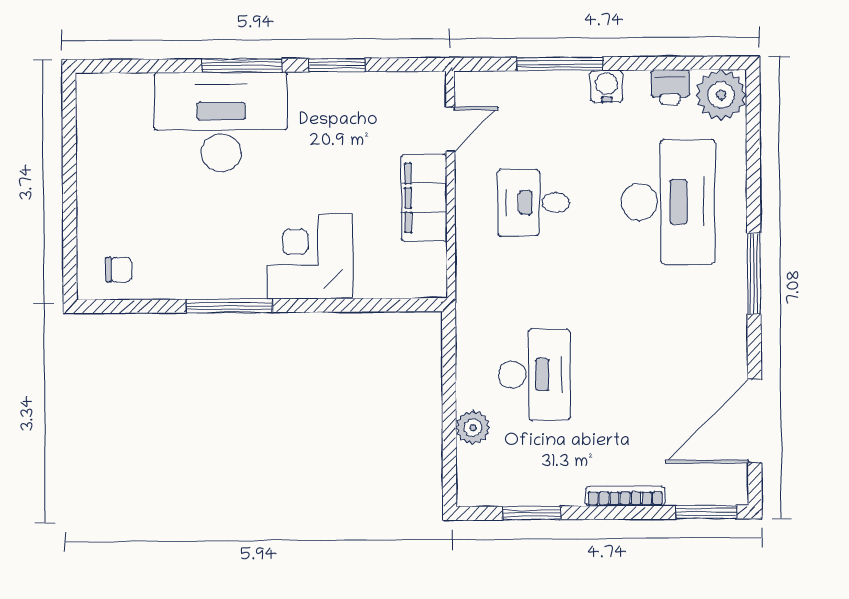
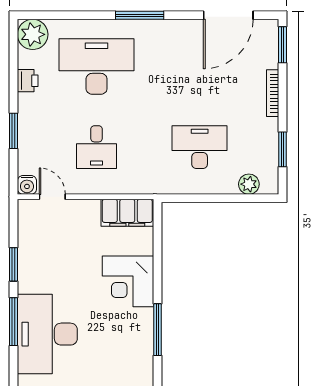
window: (560, 64) -> (14, 131), width x0.69
water cooler: (607, 86) -> (27, 185), moved, turned -90
printer: (670, 87) -> (28, 81), moved
filing cabinet: (424, 198) -> (127, 213), moved
door: (755, 421) -> (228, 15), hinge flipped
plant: (473, 428) -> (249, 184), moved

